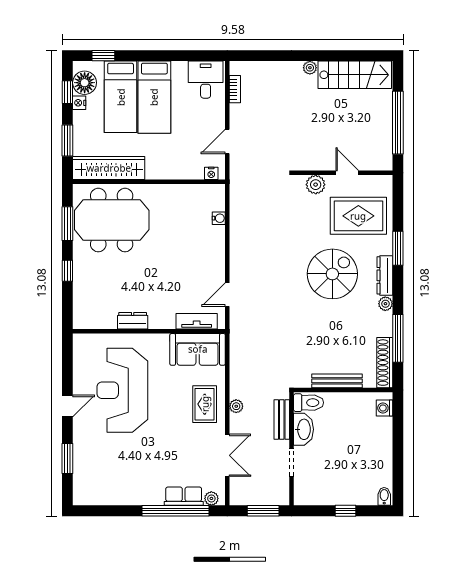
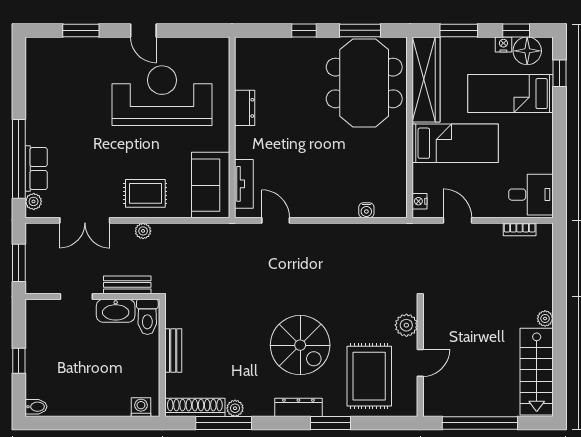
bed: (154, 97) -> (455, 143), moved, turned 180
plant: (385, 304) -> (235, 408), moved
bench: (337, 381) -> (173, 351), width x0.73

